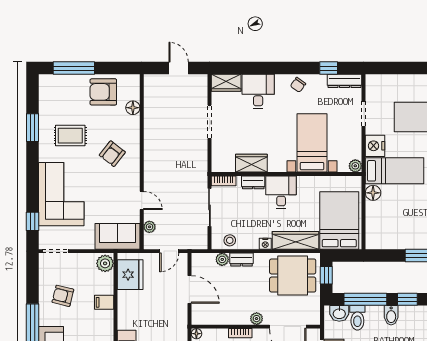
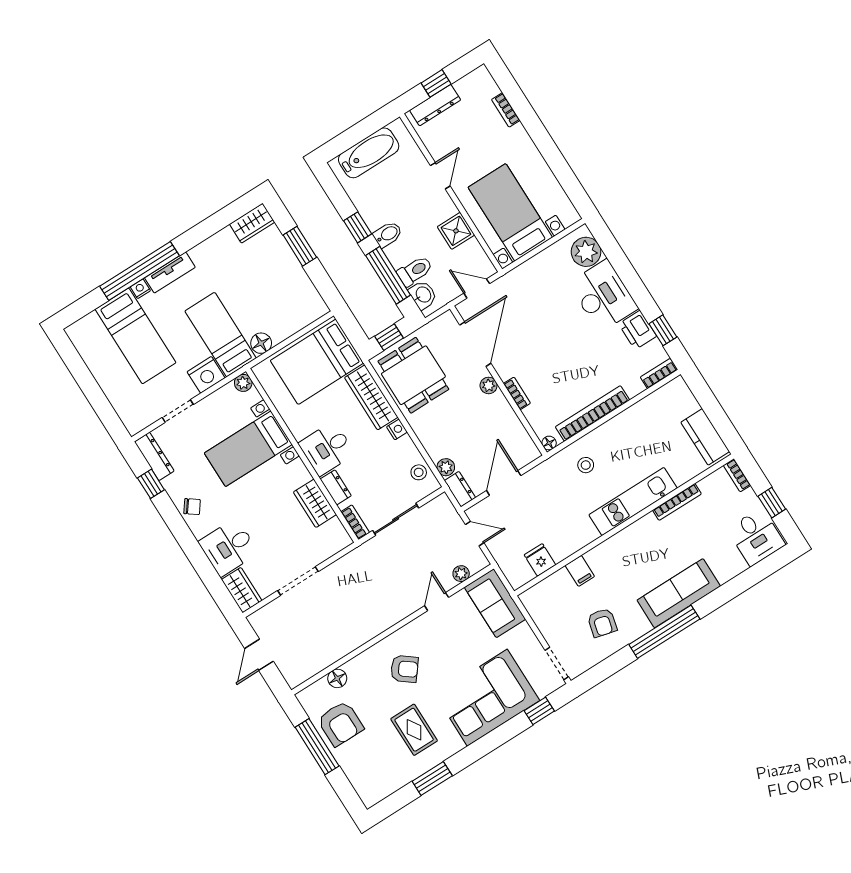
window: (74, 68) -> (317, 747), moved
dresser: (242, 260) -> (460, 489), moved
plant: (105, 263) -> (535, 598), removed
fridge: (130, 275) -> (540, 560), width x0.53, depth x0.75

